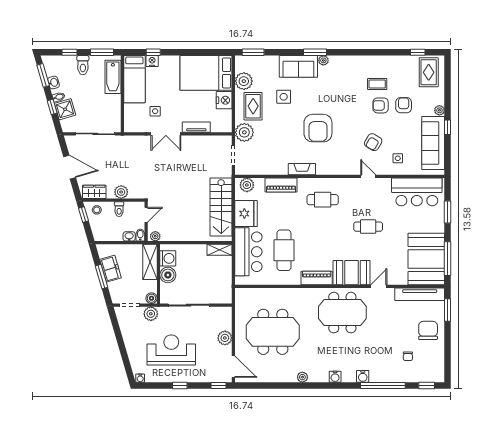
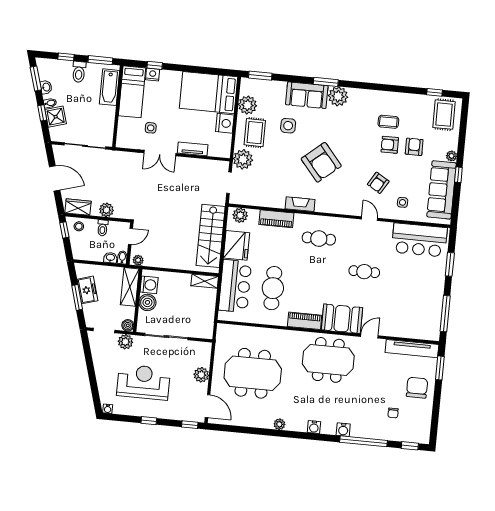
plant: (323, 60) -> (338, 96), width x1.88, depth x1.88
armchair: (318, 128) -> (321, 162), turned -40
booth: (426, 259) -> (422, 312), removed

